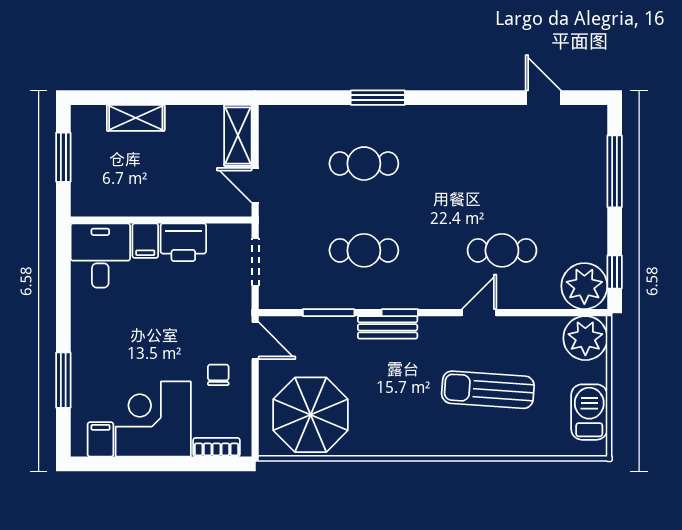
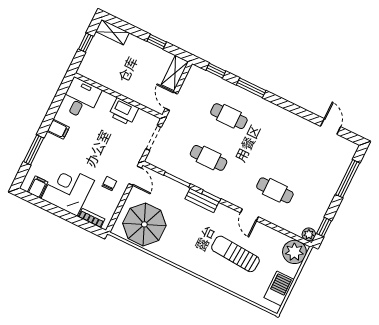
window: (181, 98) -> (157, 42), added
window: (305, 98) -> (216, 71), added
shelving: (136, 118) -> (112, 32), moved
window: (63, 157) -> (86, 43), width x0.67
filing cabinet: (145, 241) -> (58, 129), moved, turned -90
plant: (584, 286) -> (309, 234), width x0.53, depth x0.53
door: (479, 313) -> (249, 215), swing flipped

